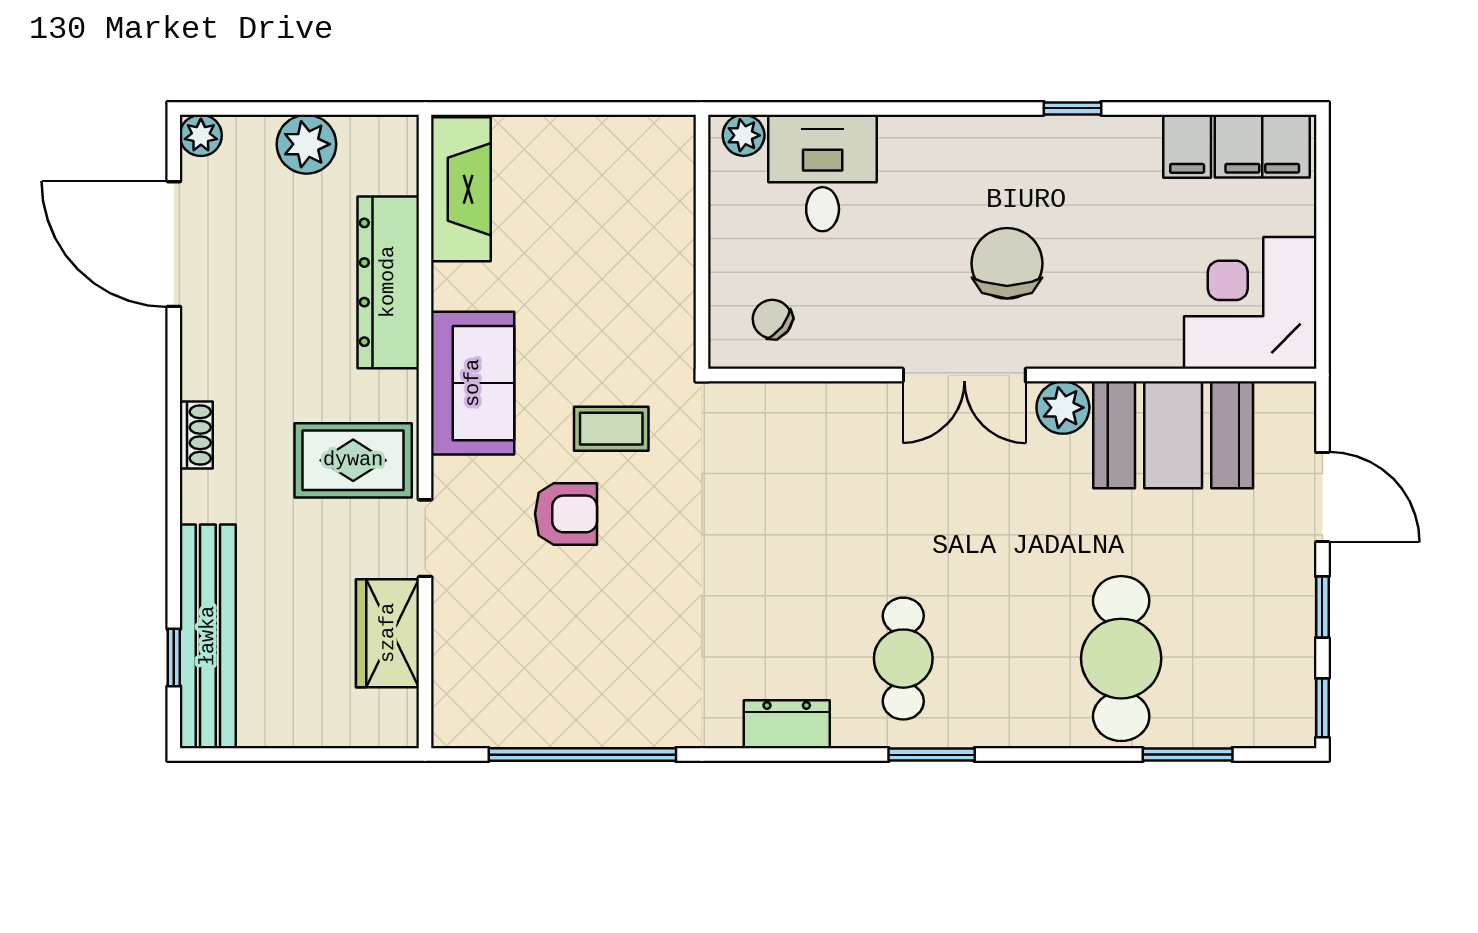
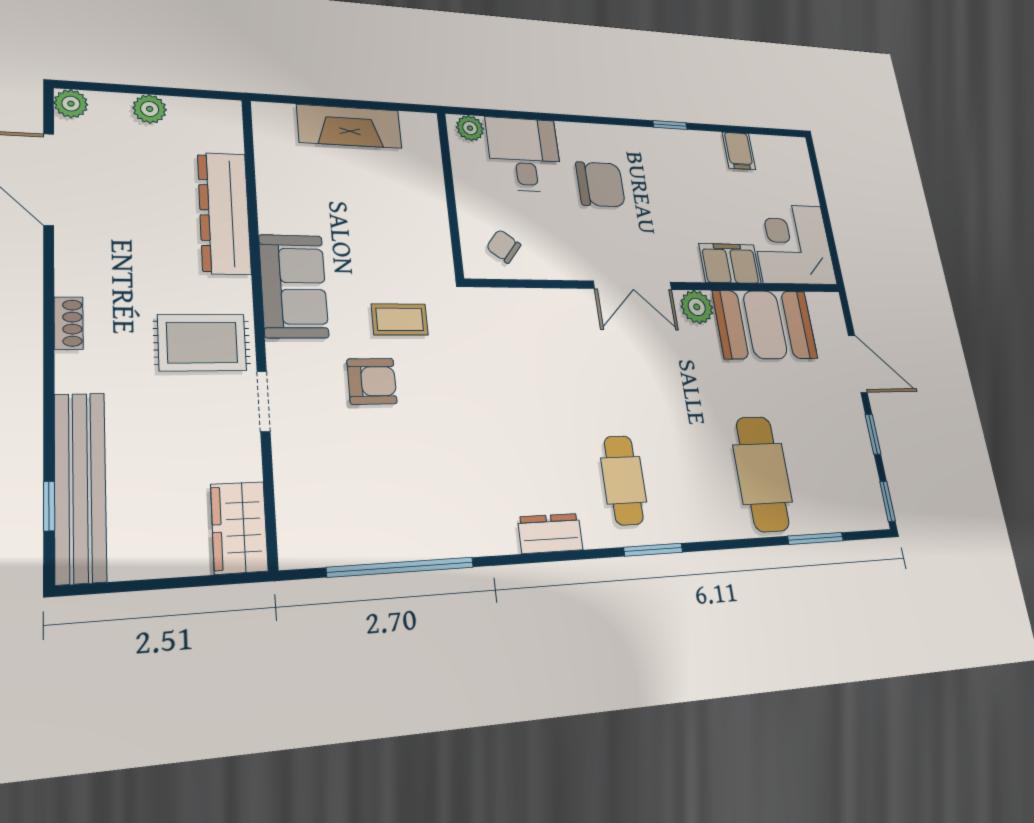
plant: (306, 144) -> (150, 109), width x0.73, depth x0.73
filing cabinet: (1262, 146) -> (730, 263), moved, turned 180
fireplace: (461, 189) -> (349, 126), moved, turned 90
chair: (1007, 263) -> (601, 184), moved, turned 90
wardrobe: (388, 633) -> (239, 527), moved

